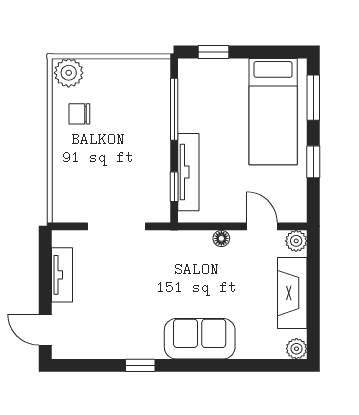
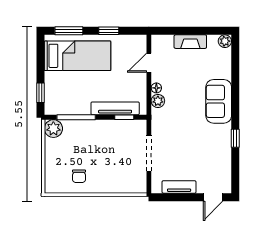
plant: (69, 73) -> (53, 129), moved
plant: (296, 241) -> (158, 101), moved
fireplace: (292, 293) -> (190, 42), width x0.73, depth x0.76

